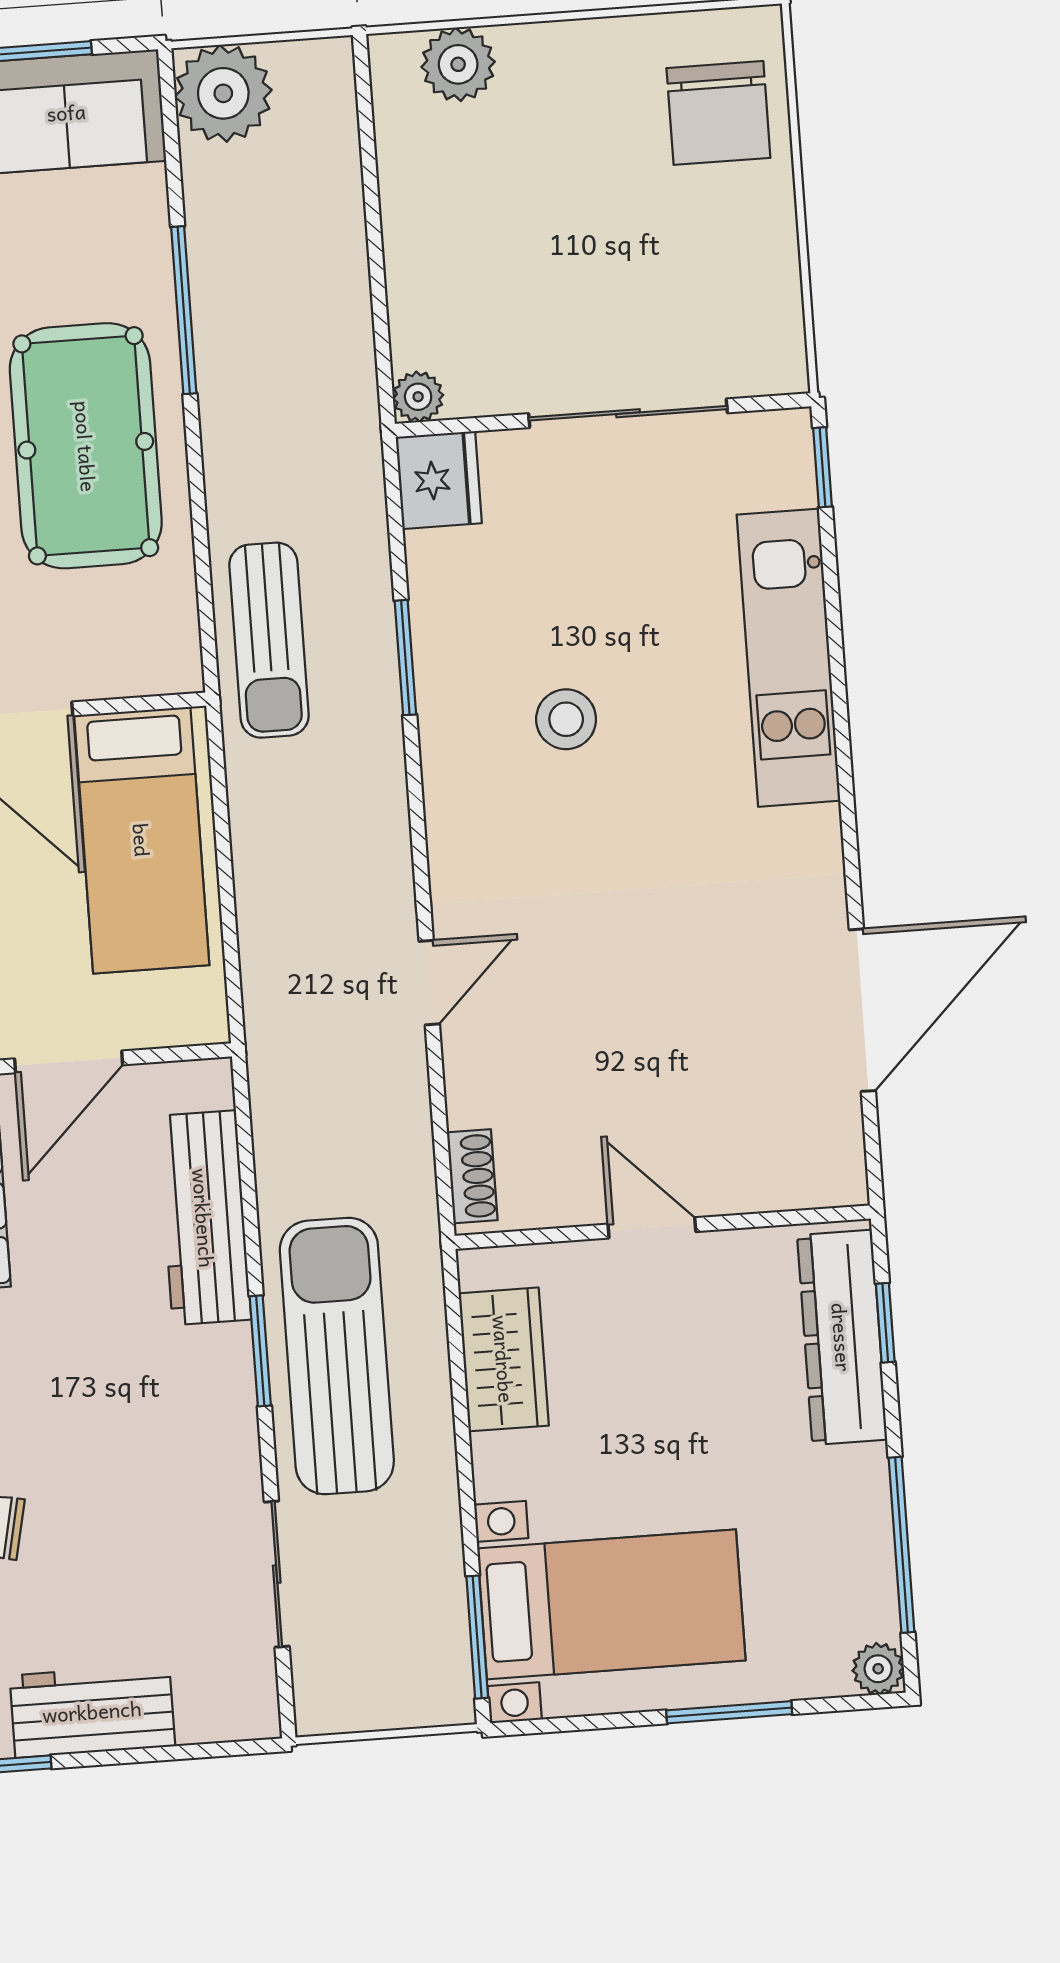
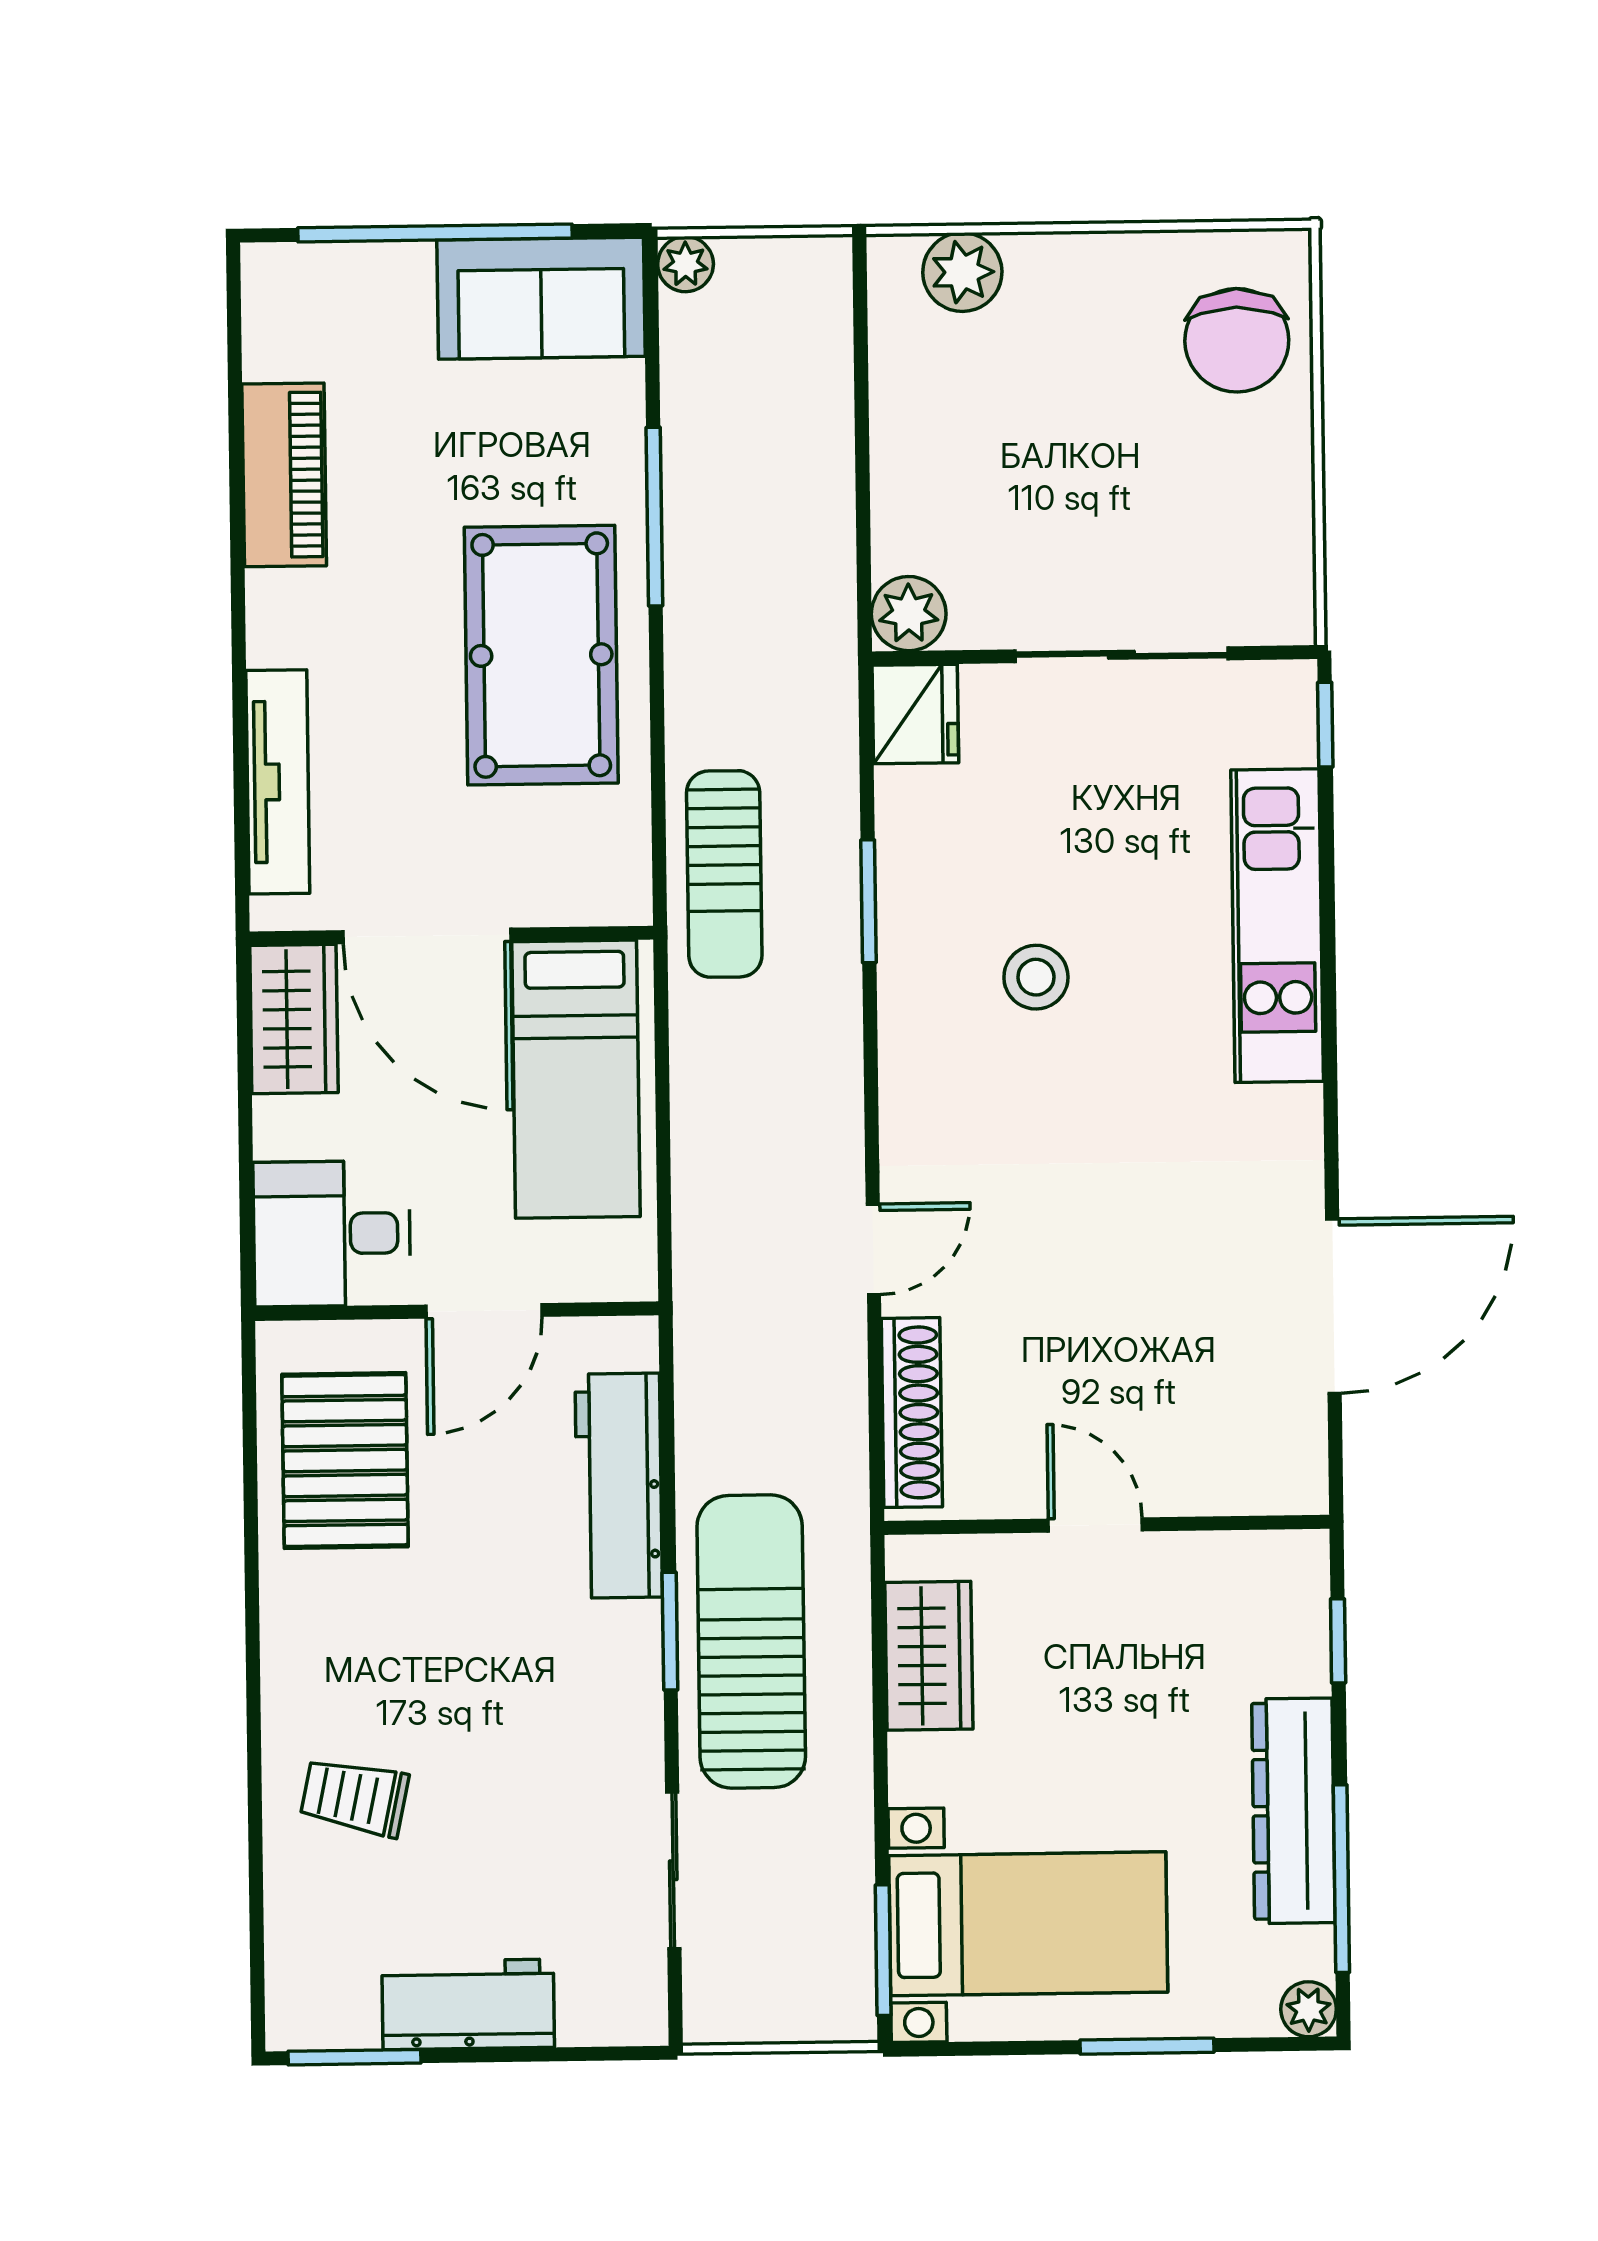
plant: (223, 93) -> (686, 264), width x0.53, depth x0.53
plant: (418, 397) -> (909, 614), width x1.38, depth x1.38
shoe rack: (472, 1176) -> (912, 1413), width x1.94, depth x1.24
dresser: (842, 1337) -> (1293, 1811), moved

